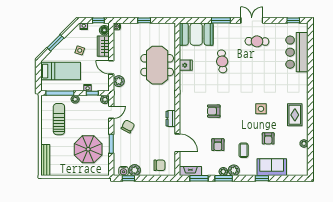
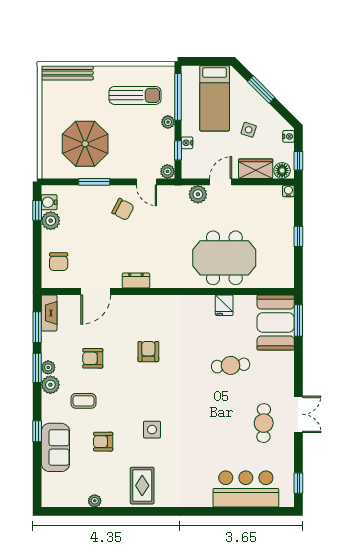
window: (221, 20) -> (298, 321), moved
rug: (295, 115) -> (142, 486), turned 90

